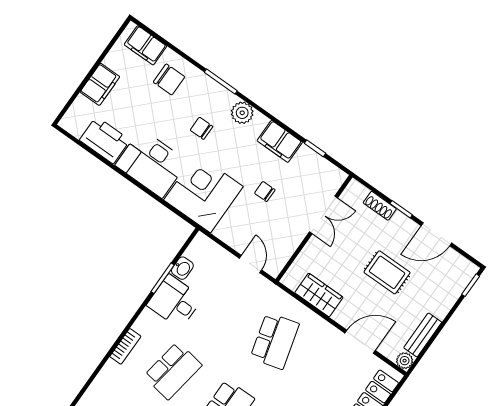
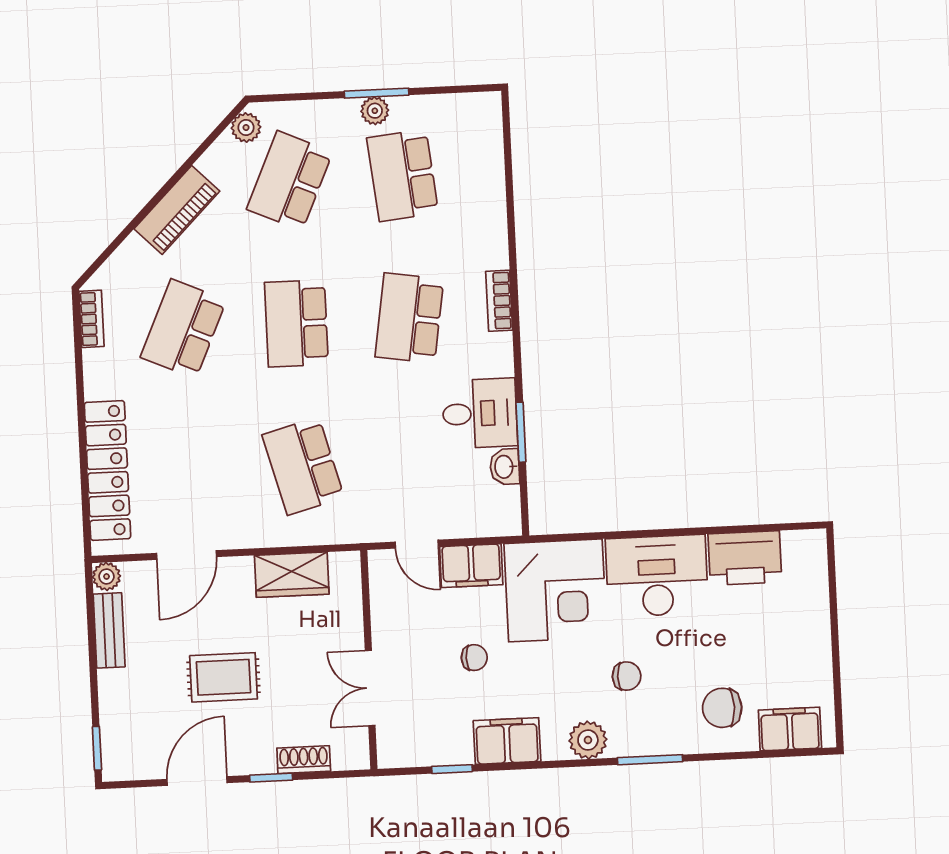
filing cabinet: (100, 84) -> (471, 566), moved, turned -90

